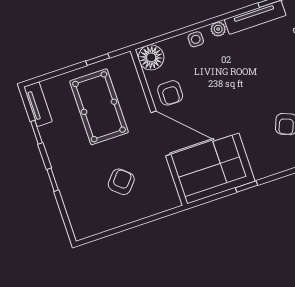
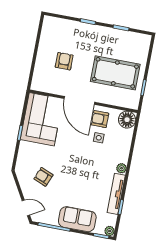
side table: (196, 39) -> (99, 138), moved
tv unit: (38, 104) -> (137, 38), removed
door: (161, 133) -> (79, 100), hinge flipped
armchair: (121, 182) -> (64, 61), turned -131

